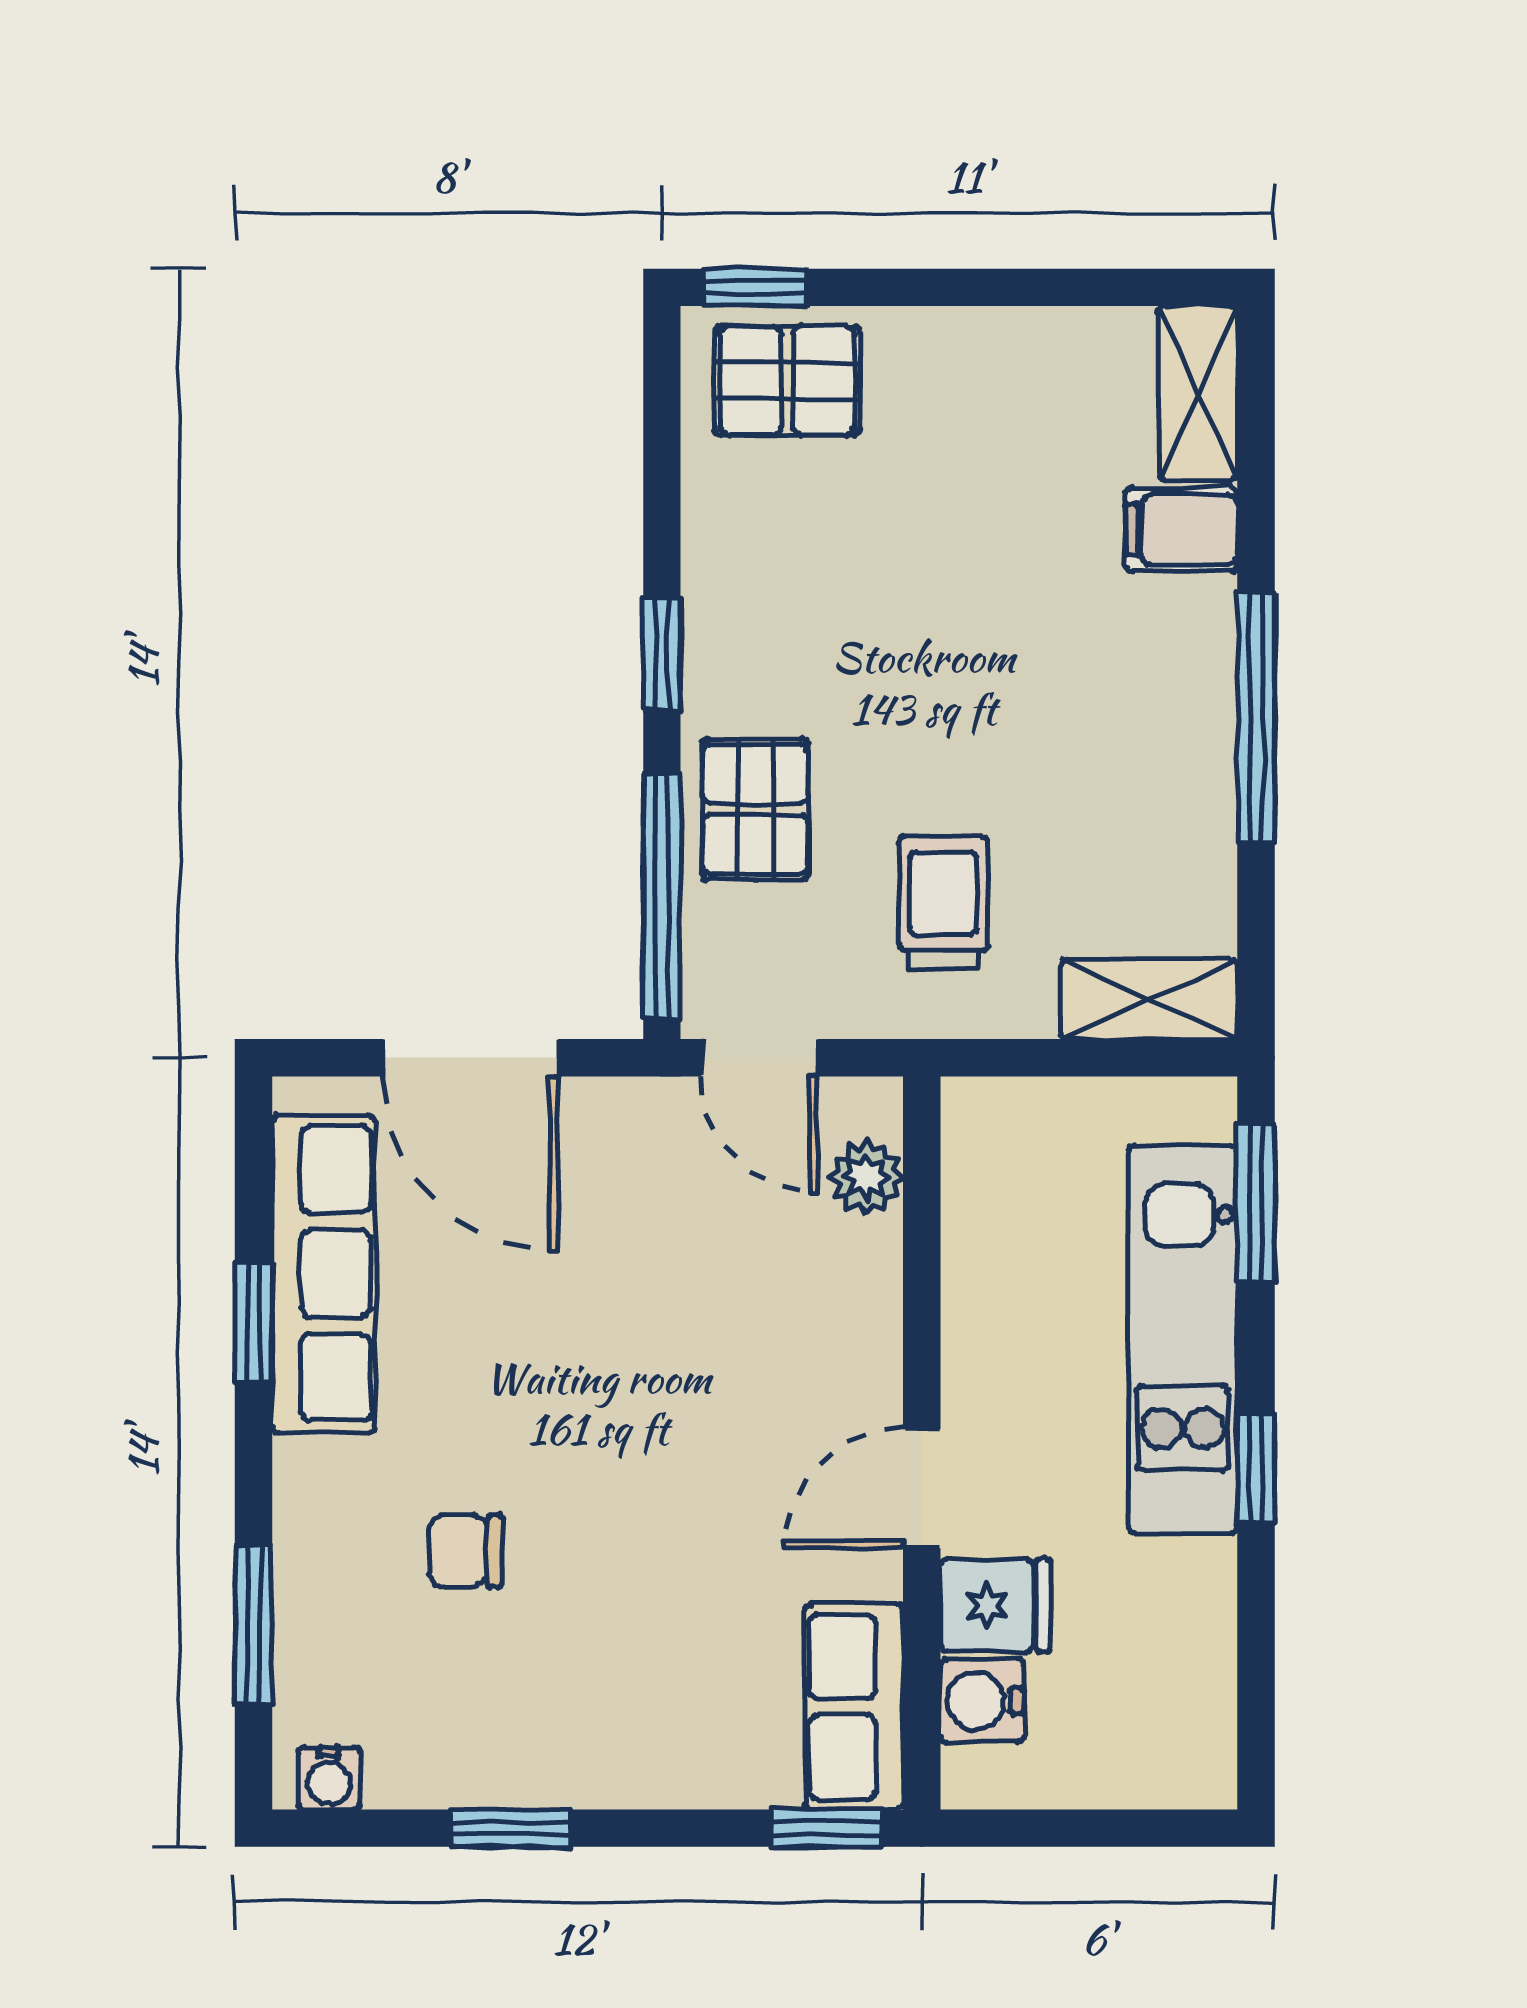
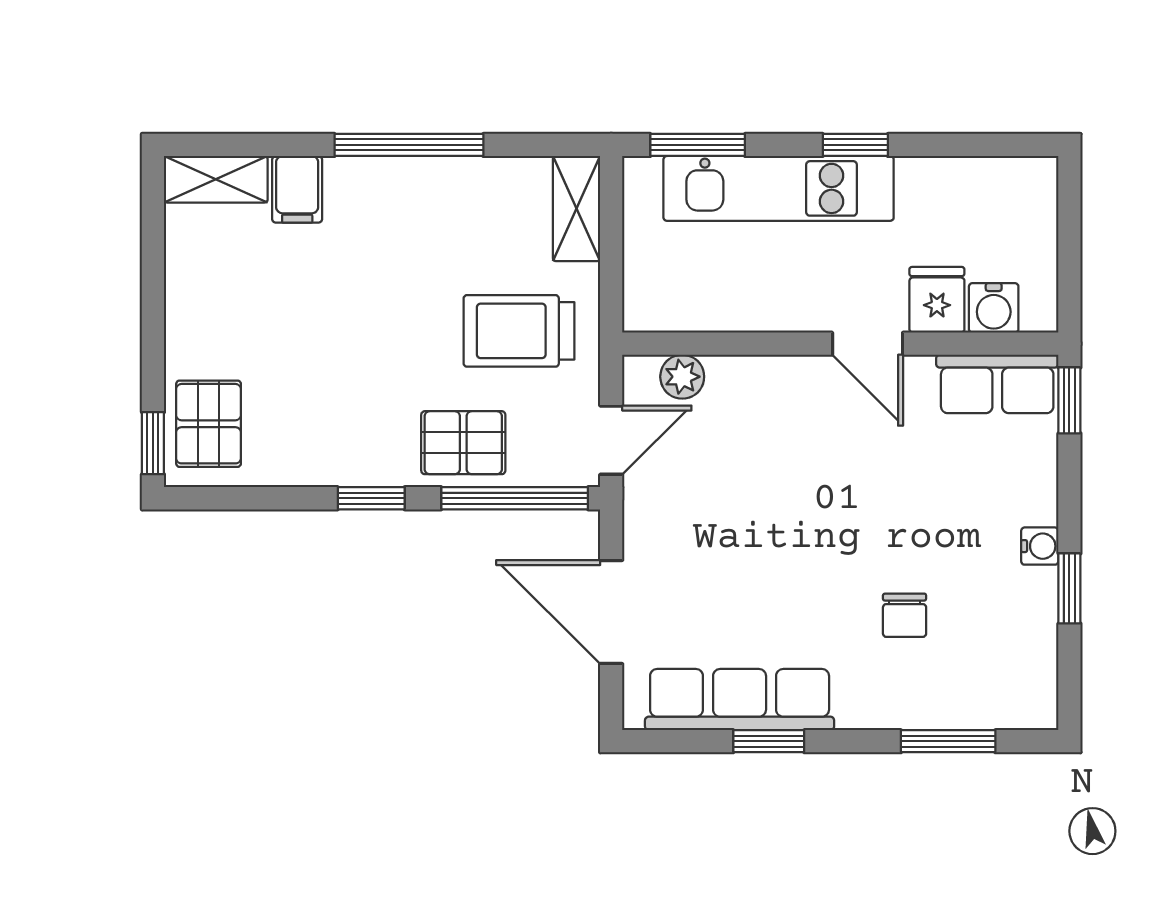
trolley: (943, 903) -> (519, 331), width x1.36, depth x1.39
door: (471, 1058) -> (611, 612), swing flipped
water cooler: (329, 1778) -> (1040, 546), moved

